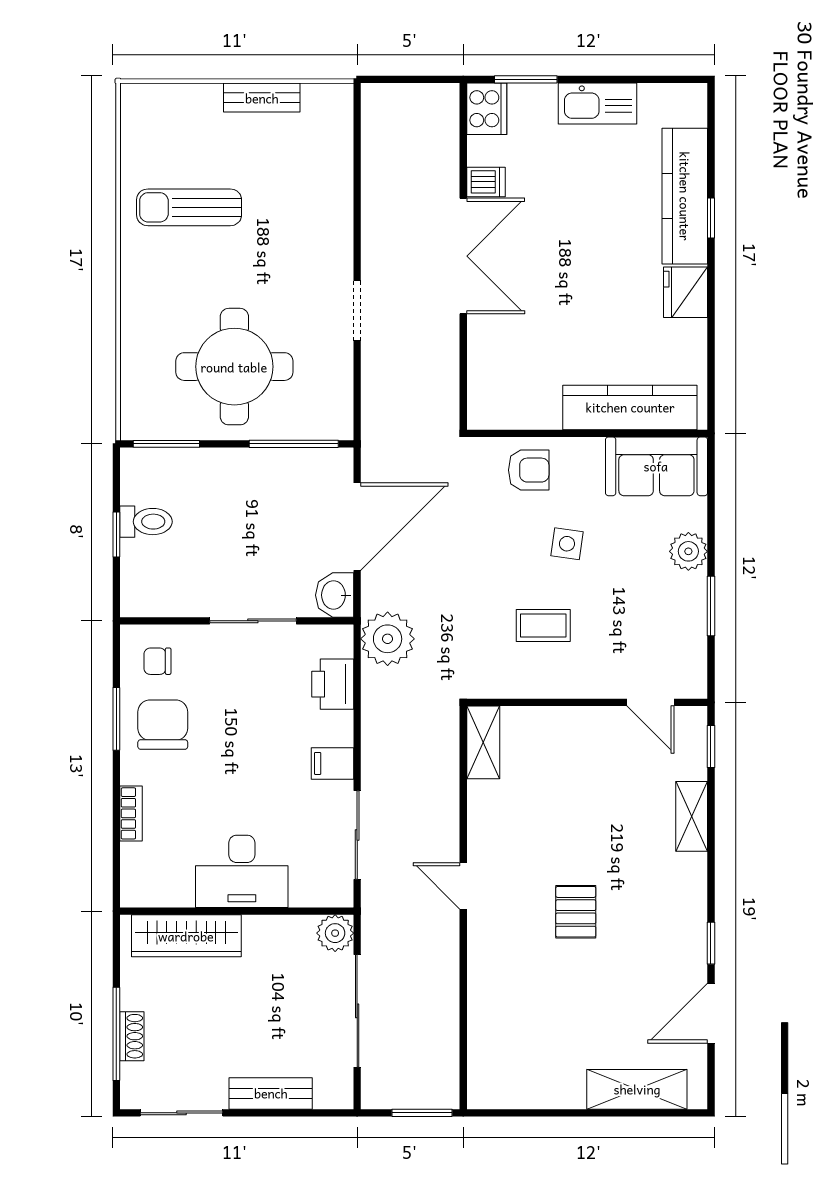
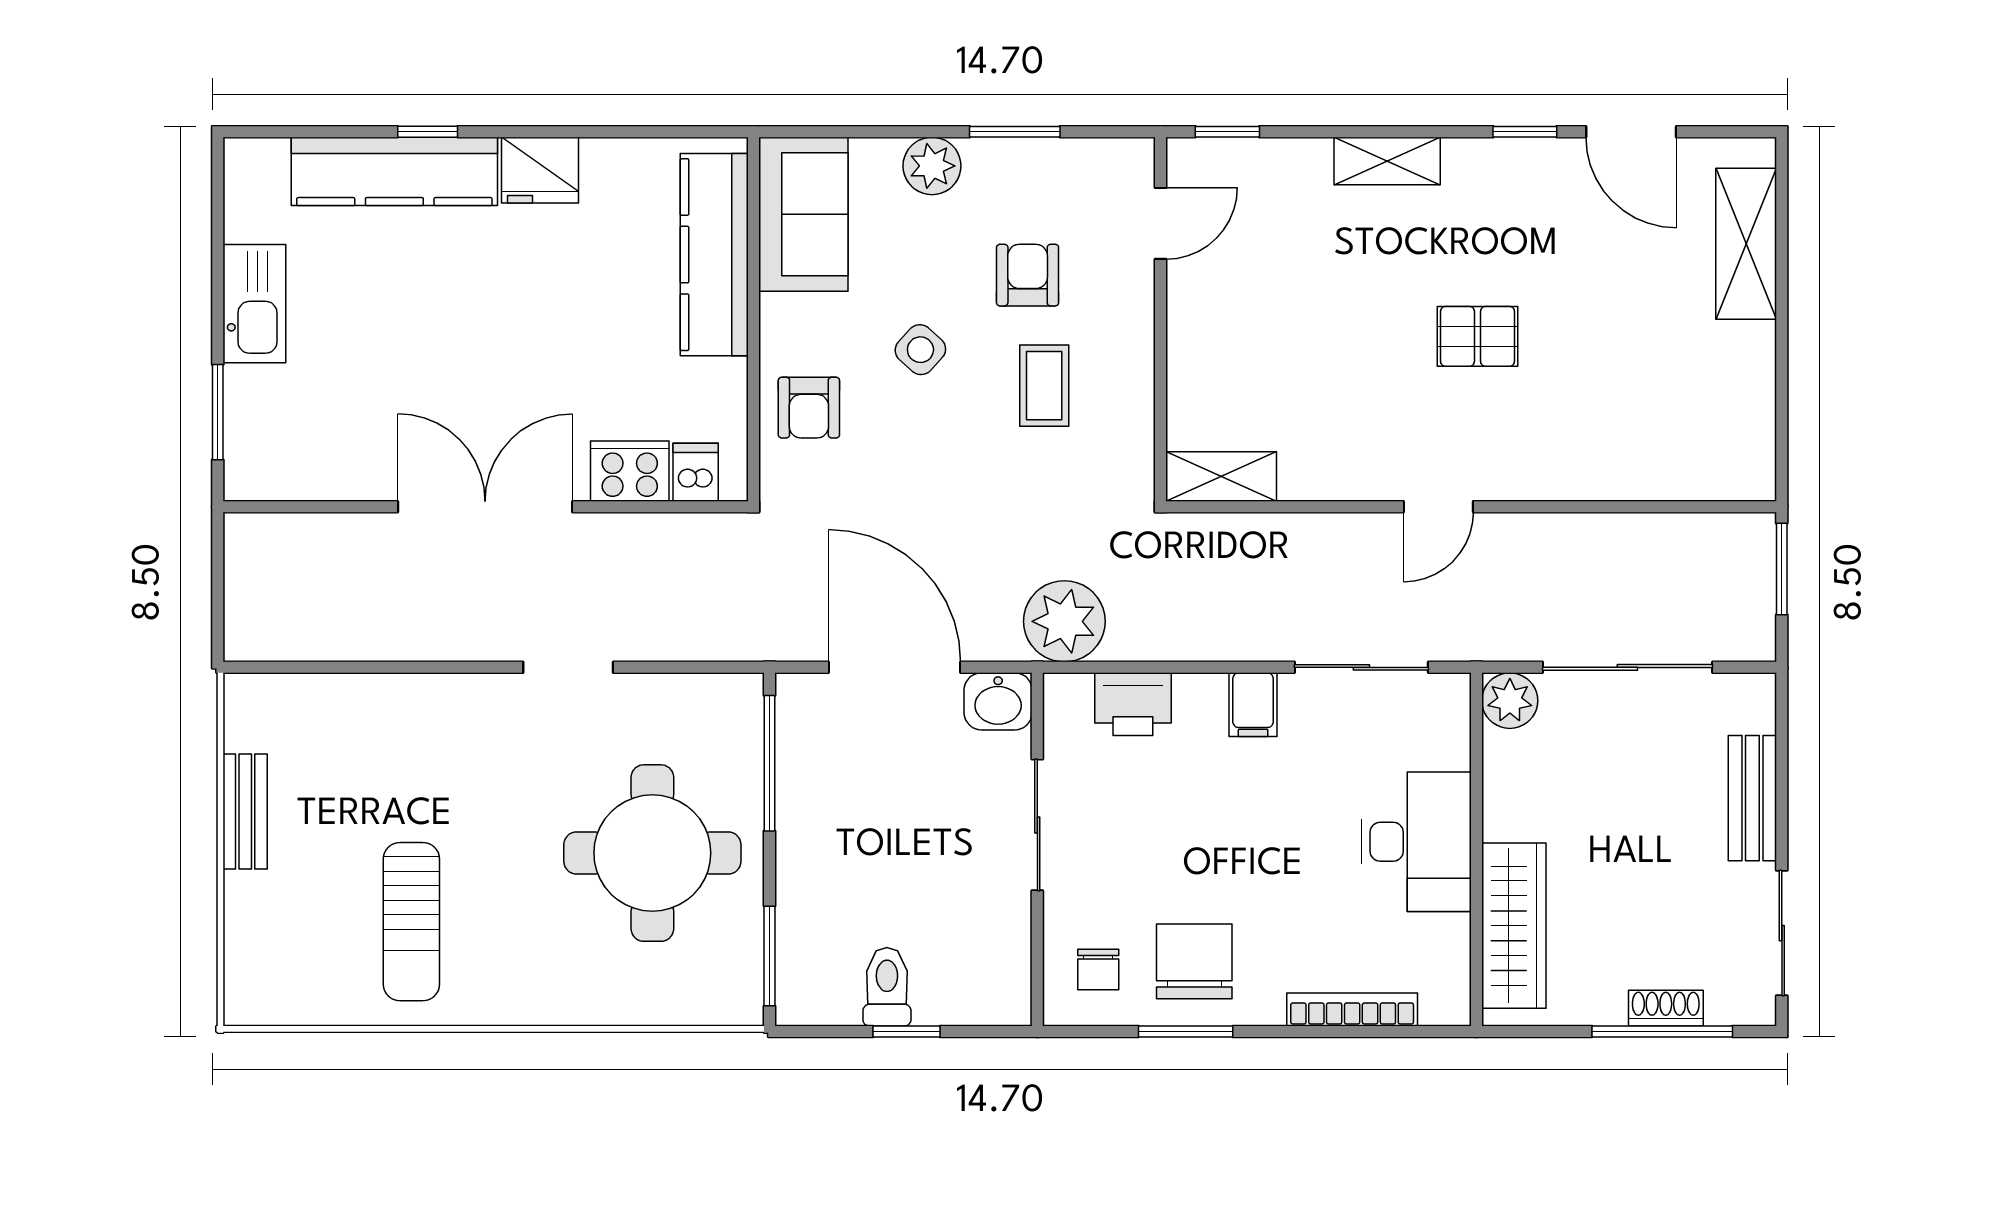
cooker: (487, 109) -> (630, 471), moved
dishwasher: (486, 182) -> (696, 472), moved
armchair: (529, 470) -> (809, 408), turned 180
side table: (567, 544) -> (920, 350), turned 34
armchair: (616, 614) -> (1028, 275), added
chair: (163, 725) -> (1194, 961), turned 90
bookcase: (131, 813) -> (1352, 1010), width x1.56
shelving: (692, 816) -> (1387, 161), moved

